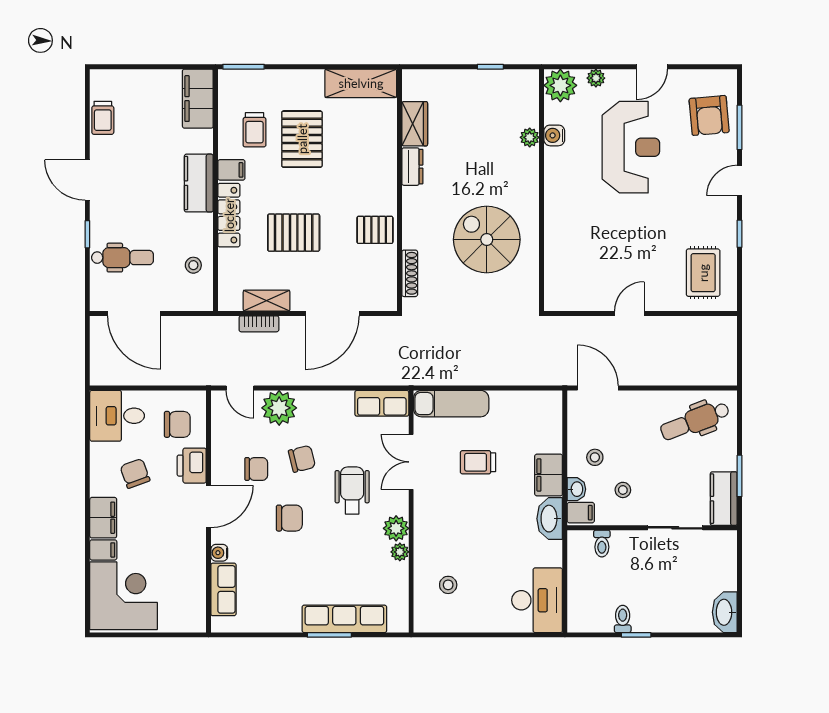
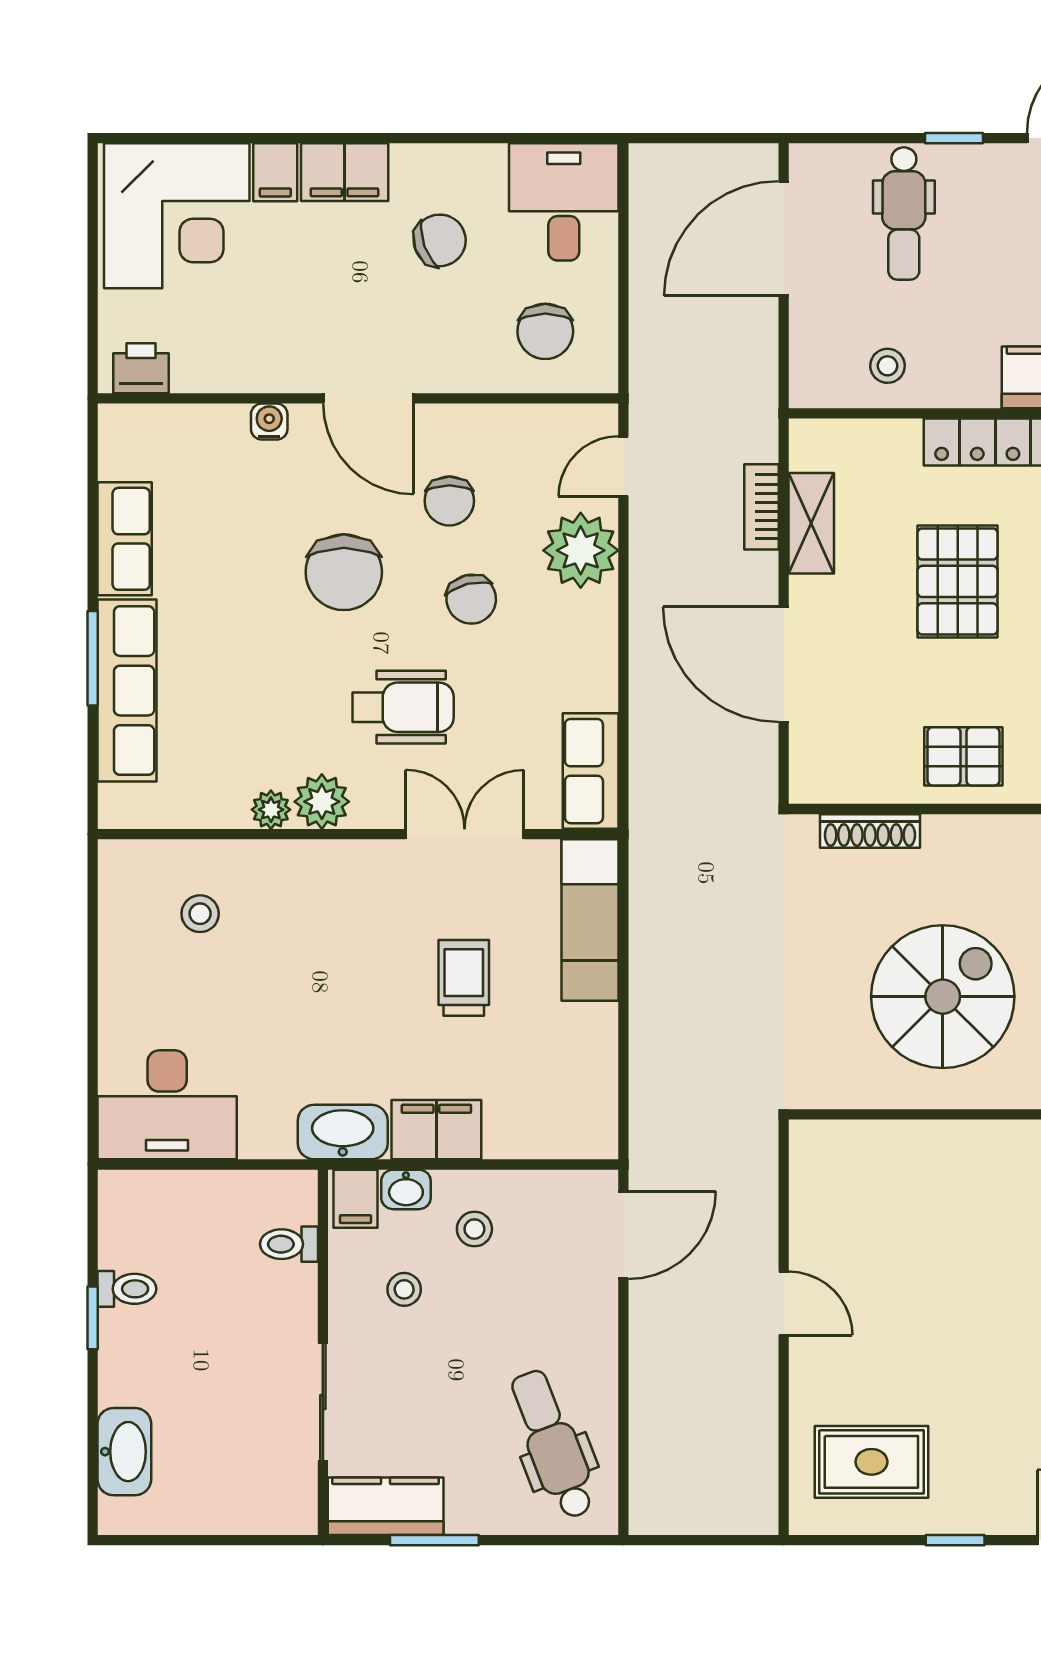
pallet: (375, 230) -> (963, 756), turned 90
printer: (192, 466) -> (141, 368), moved, width x0.73, depth x0.81
chair: (289, 518) -> (344, 572), width x1.37, depth x1.37
row of seats: (223, 589) -> (125, 539), moved, turned -90
washbasin: (725, 612) -> (124, 1452), moved, turned 90

